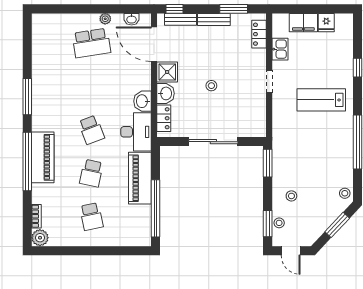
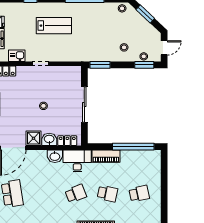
lab bench: (321, 100) -> (54, 26), turned -90
piano: (140, 178) -> (106, 156), width x0.73, depth x0.75

